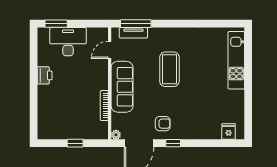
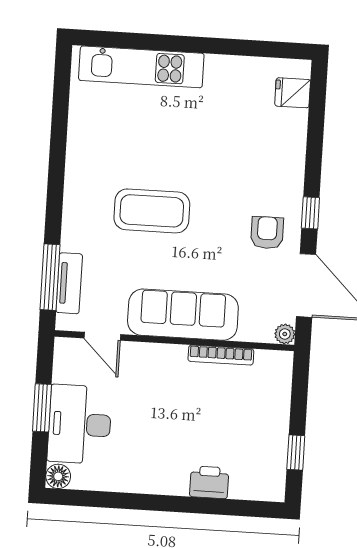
window: (56, 24) -> (42, 408), moved
floor lamp: (43, 33) -> (58, 476), added
printer: (45, 75) -> (209, 482), moved
window: (75, 143) -> (296, 452), moved

